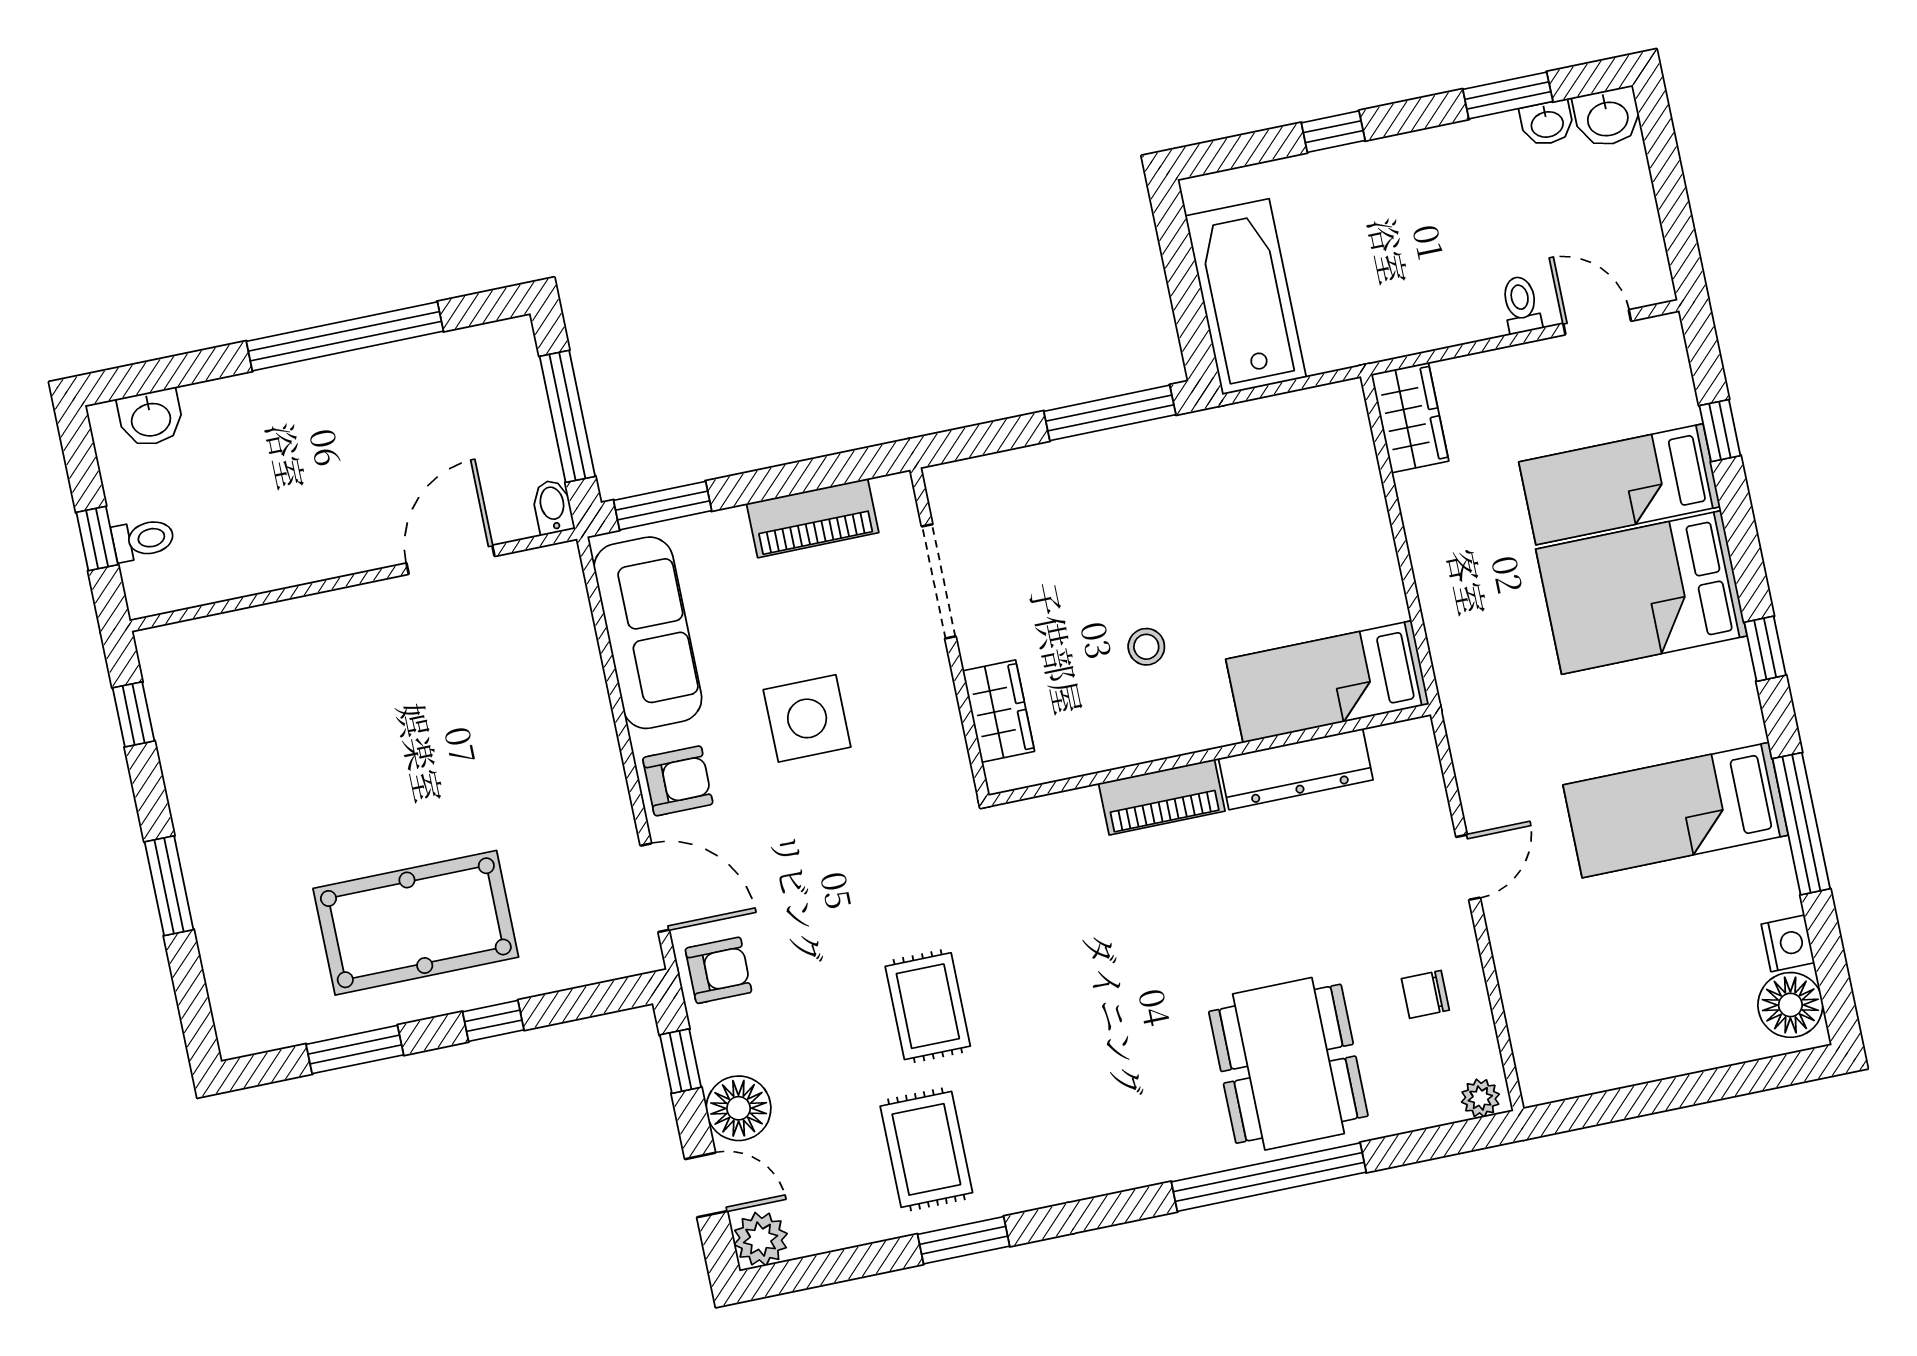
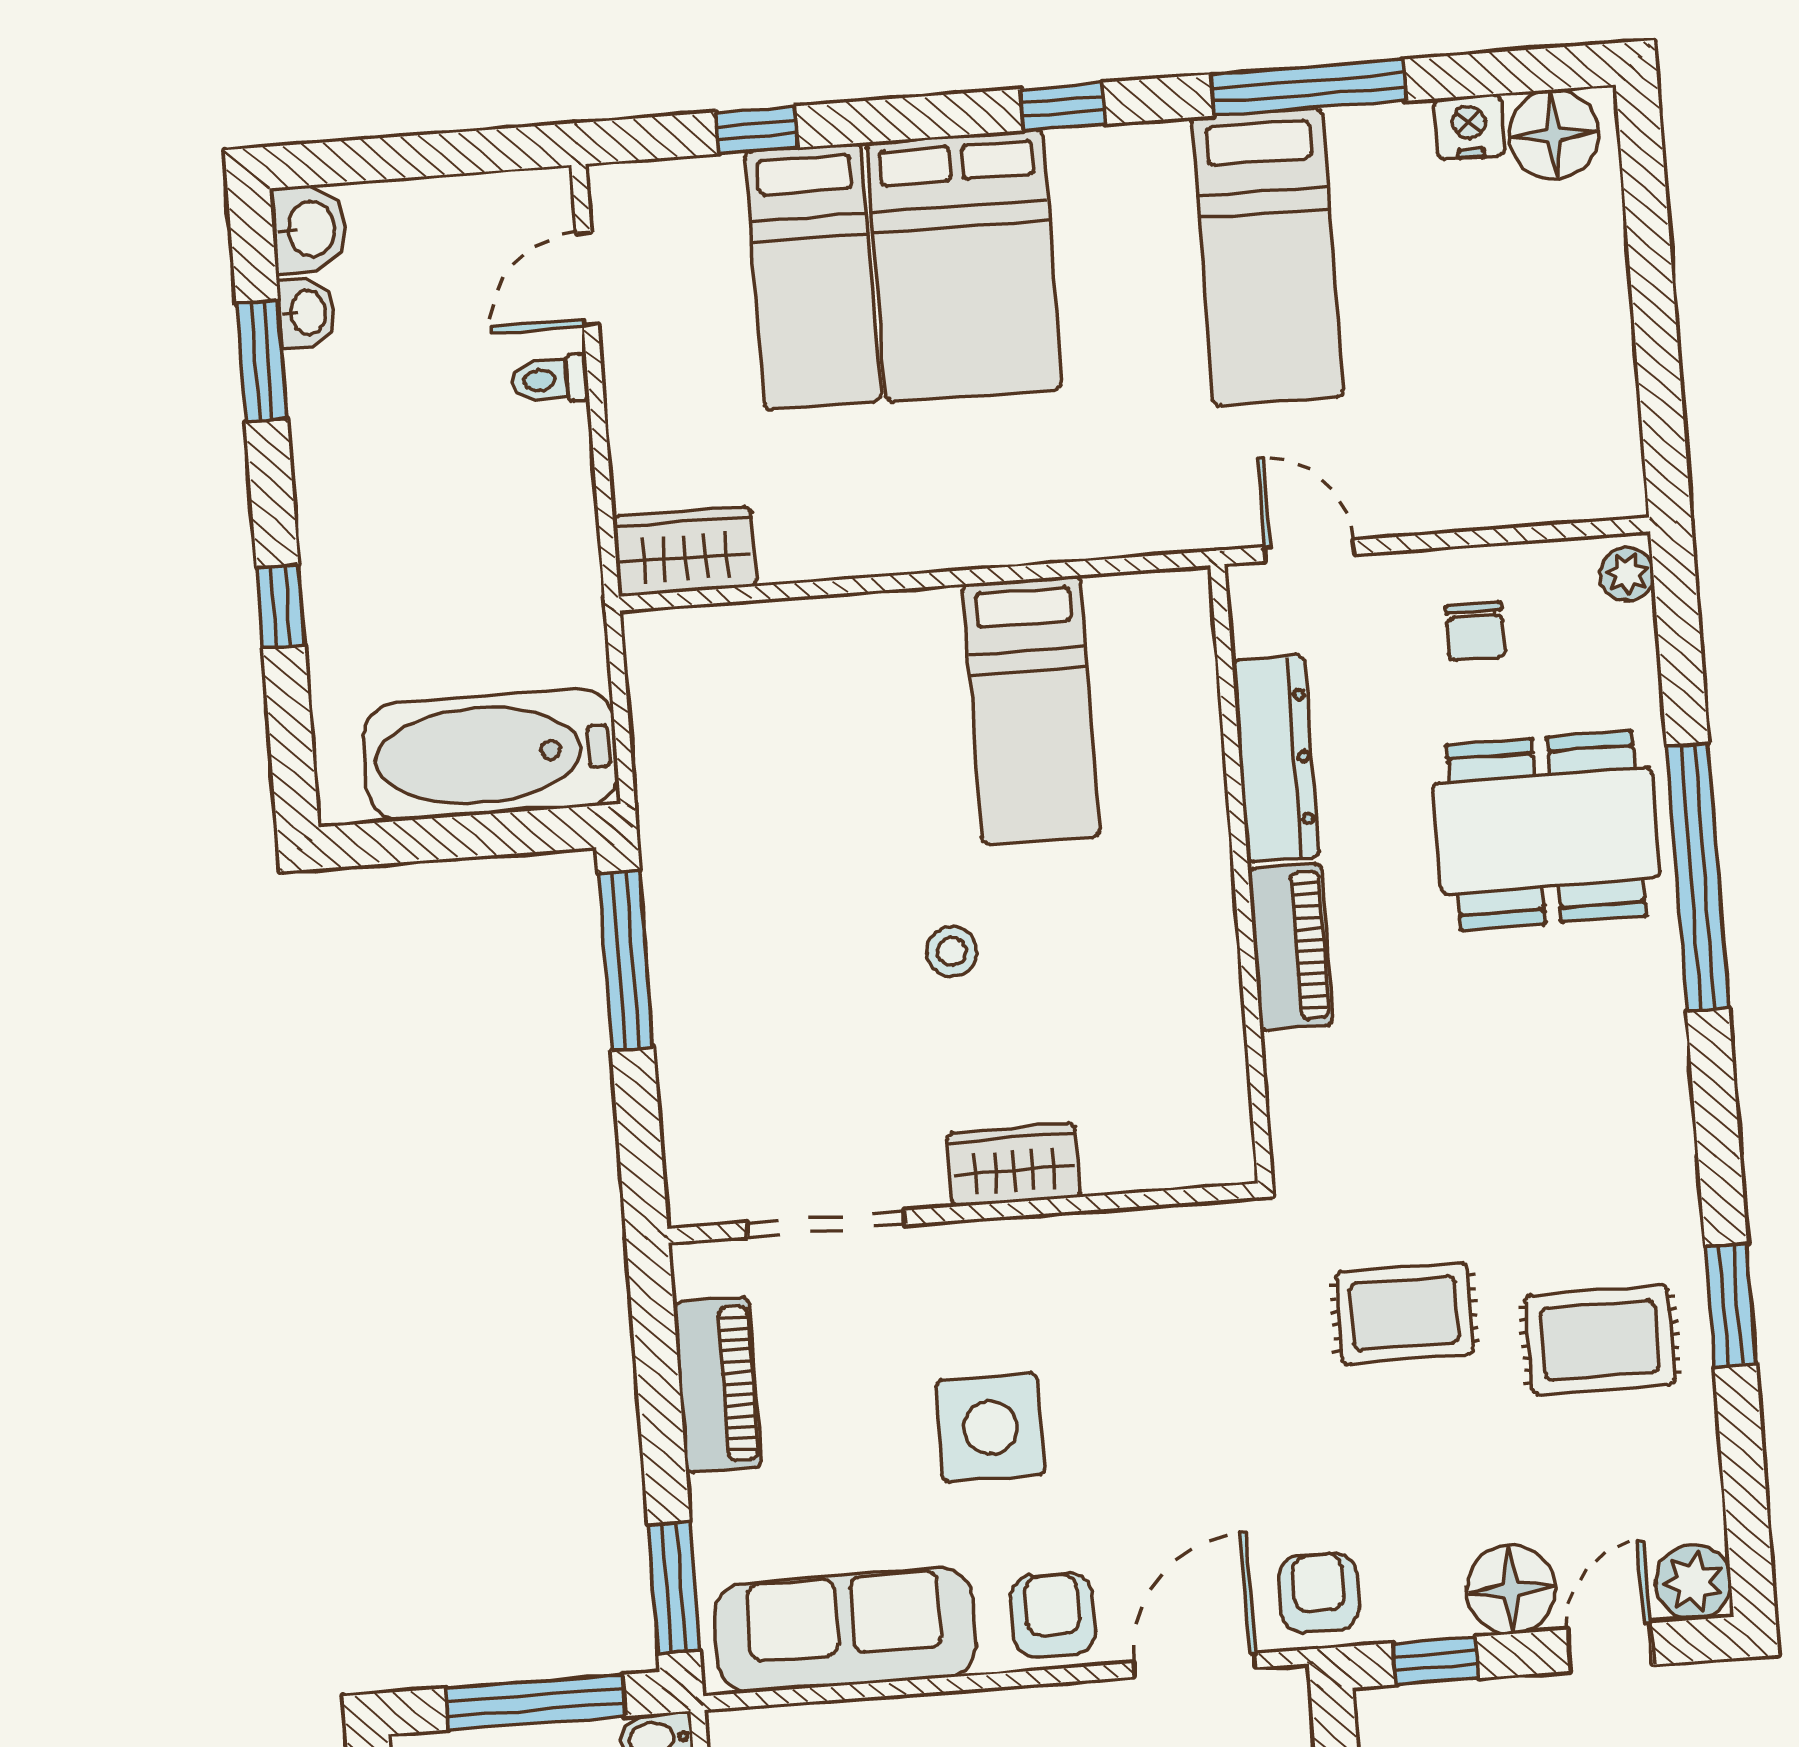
wall: (1210, 755) -> (1241, 874), moved
dresser: (1296, 769) -> (1276, 759), moved
piano: (1162, 797) -> (1290, 947), moved

